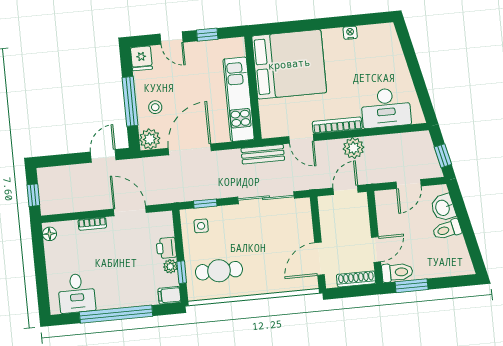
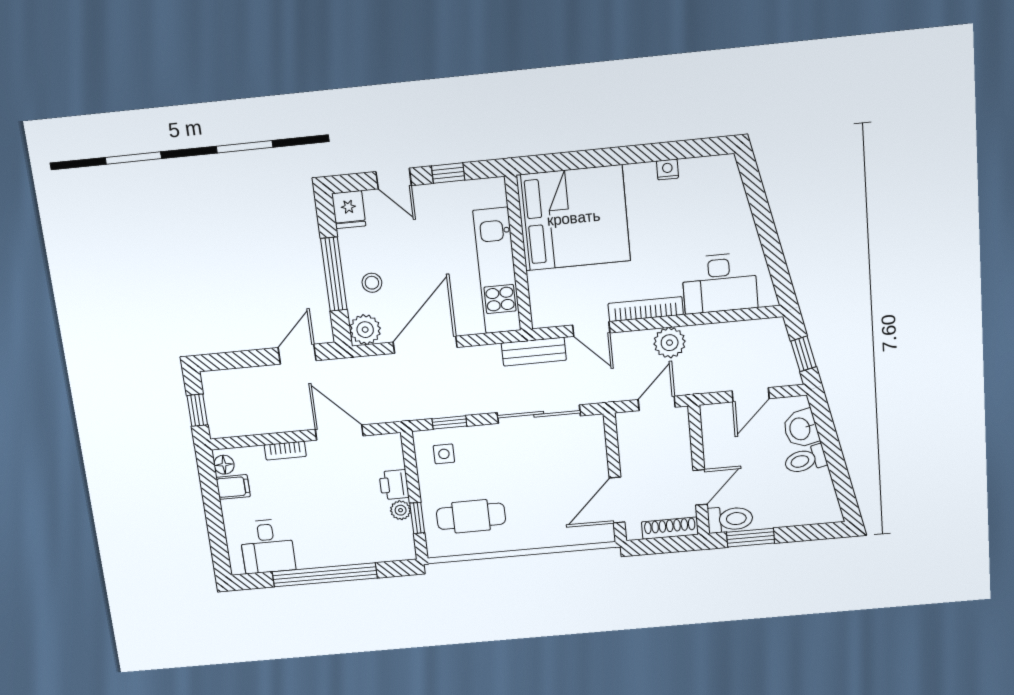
filing cabinet: (169, 295) -> (233, 487), moved, turned 180

